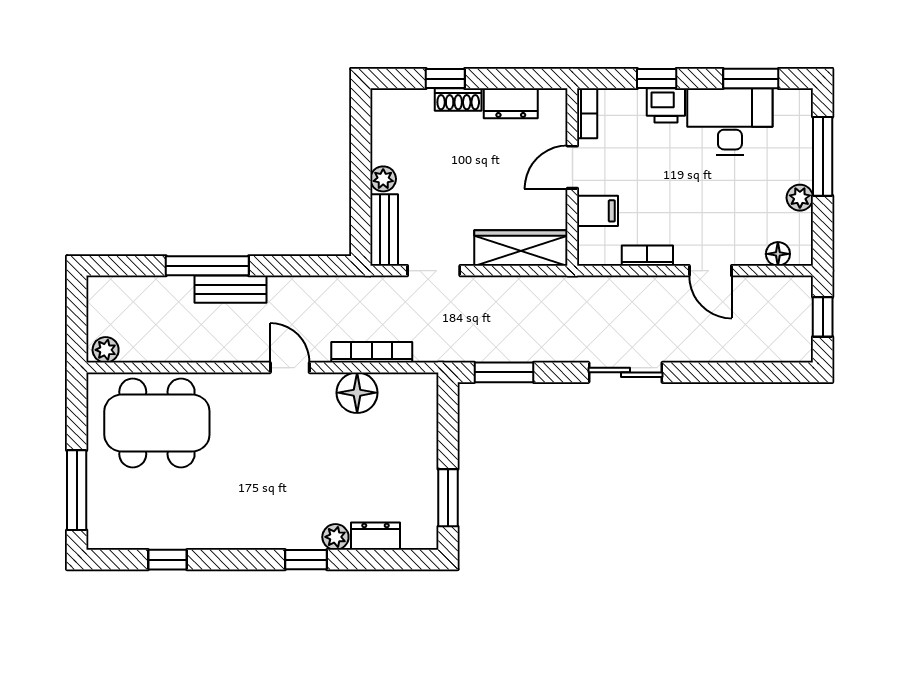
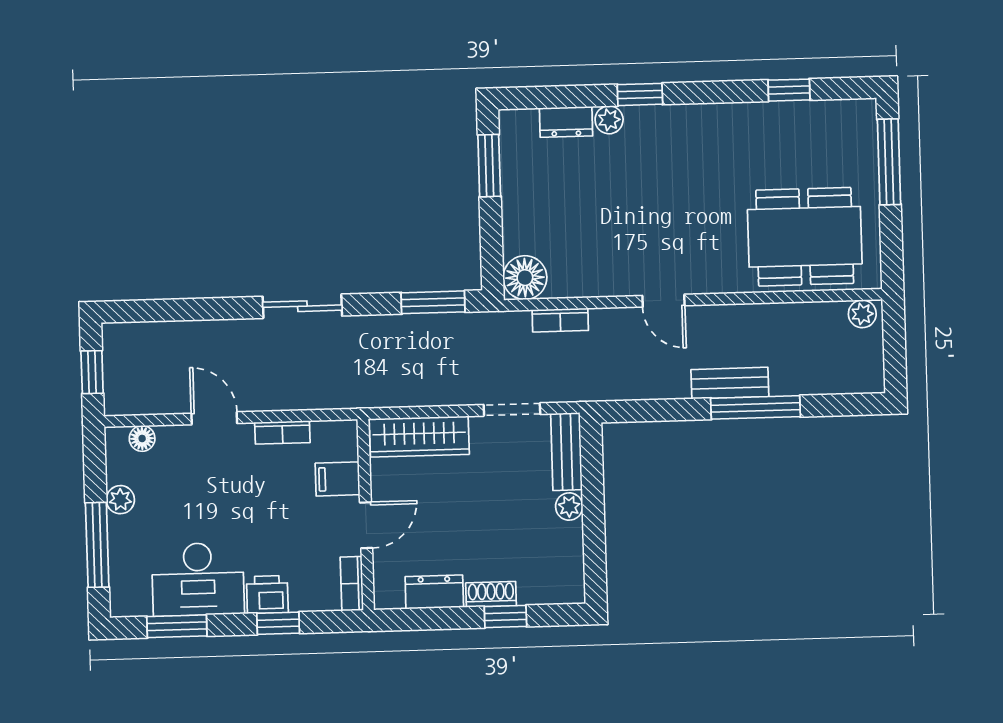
bookcase: (372, 352) -> (560, 320), width x0.64
floor lamp: (357, 393) -> (525, 278), moved

